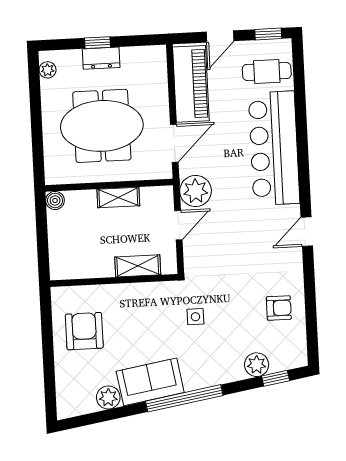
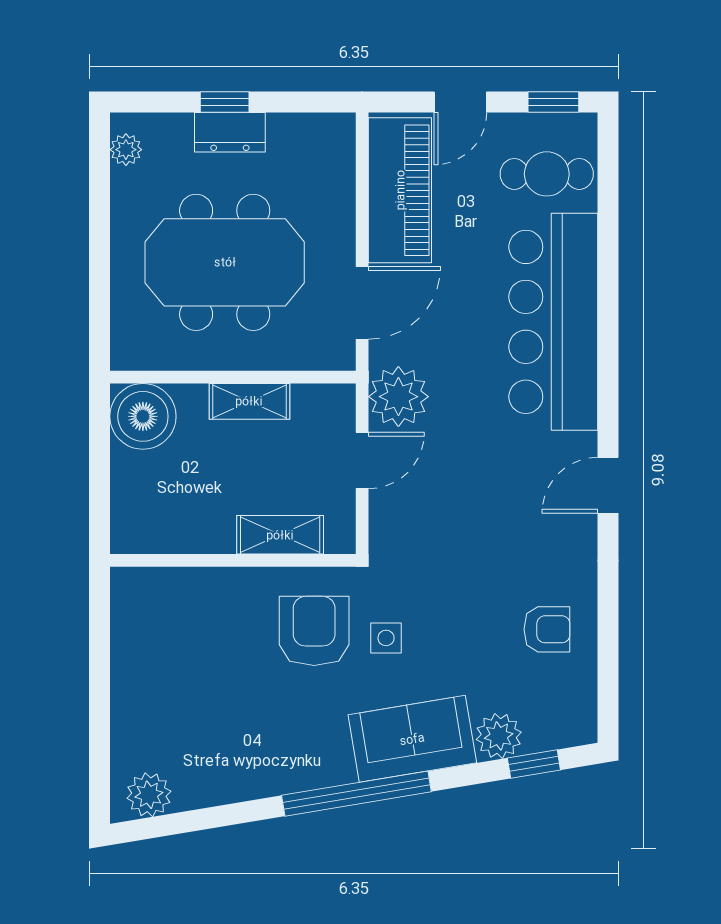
boiler: (55, 200) -> (143, 416), width x1.86, depth x1.86
armchair: (84, 331) -> (314, 631), moved
sofa: (150, 382) -> (412, 739), moved
plant: (108, 397) -> (149, 795), moved

